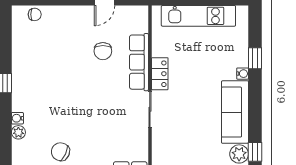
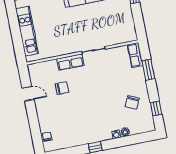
row of seats: (139, 62) -> (70, 62), width x0.68
locker: (160, 74) -> (69, 48), removed

